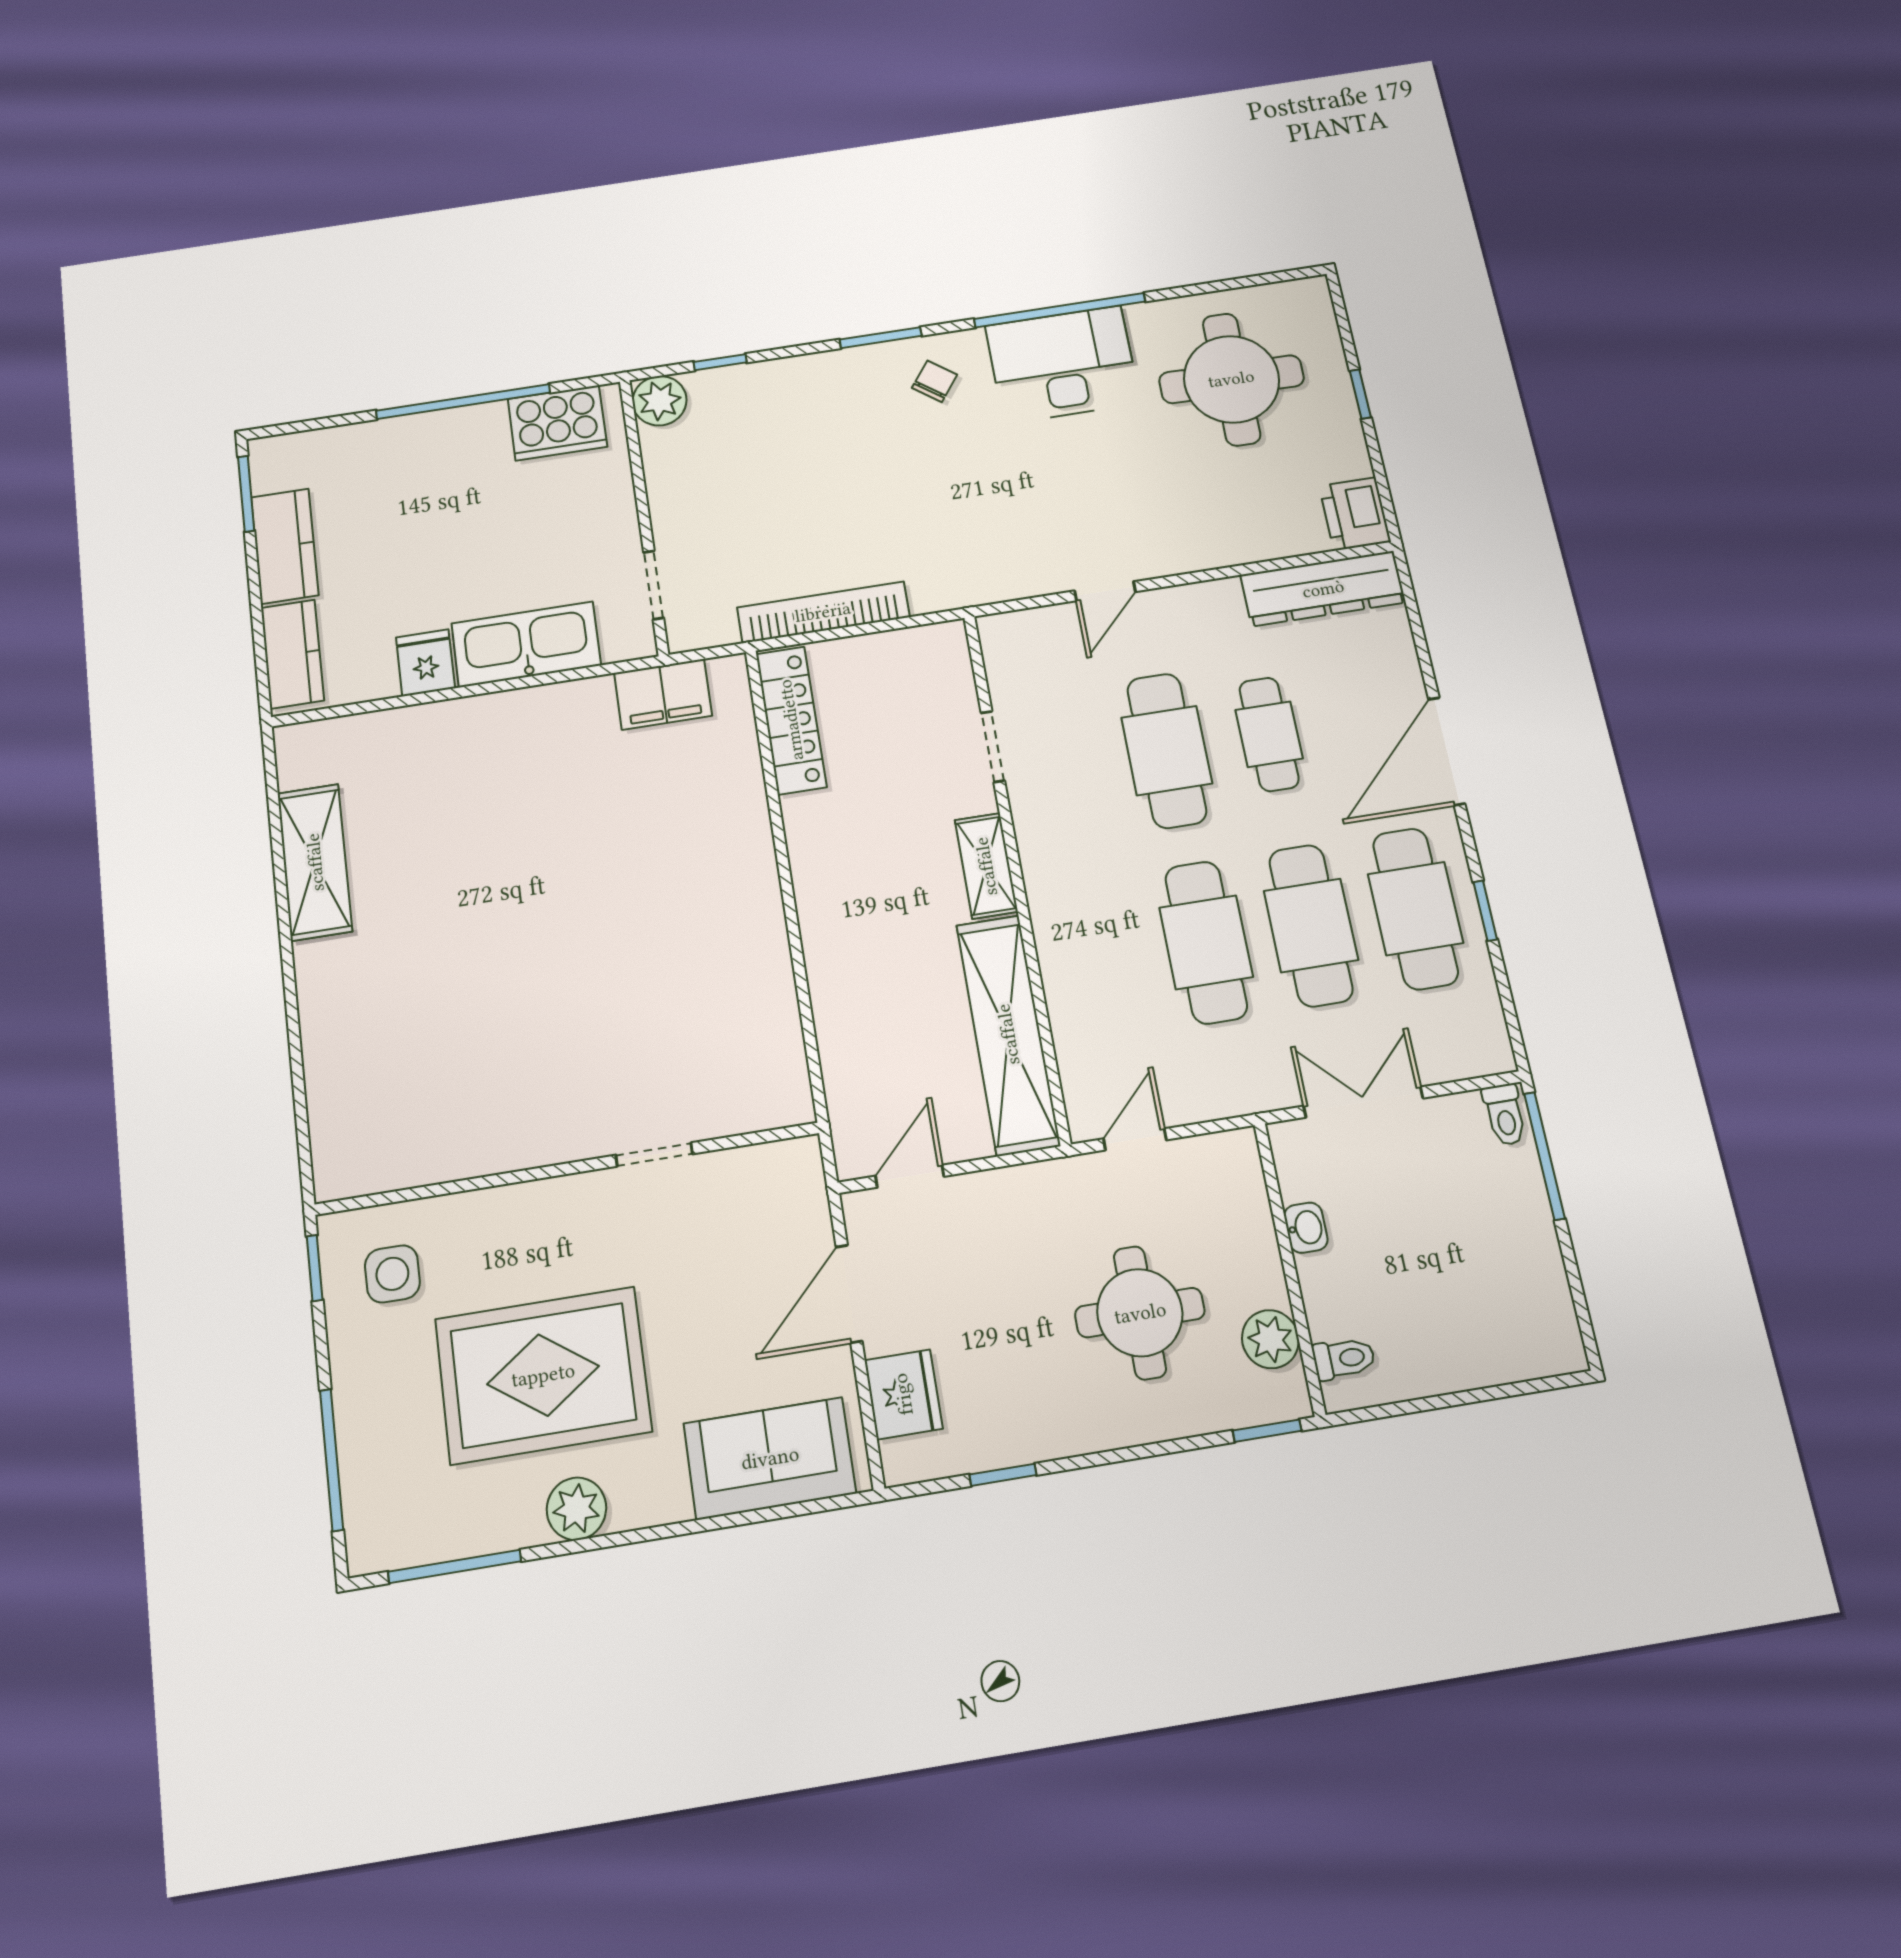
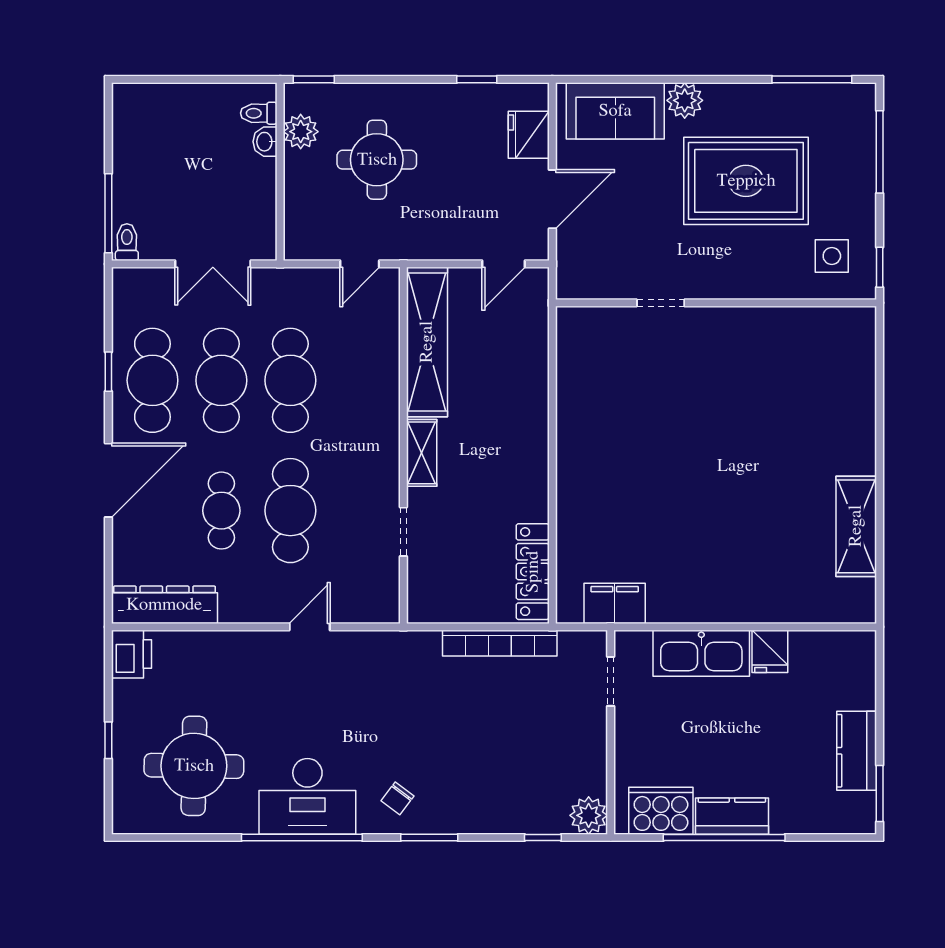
kitchen counter: (292, 654) -> (732, 816), moved, turned 90
washbasin: (1306, 1228) -> (265, 142), moved
plant: (576, 1509) -> (685, 100), moved

